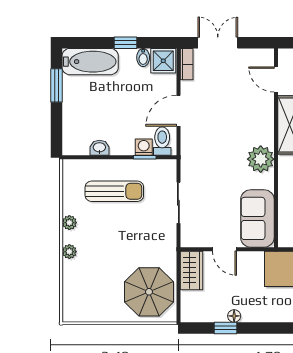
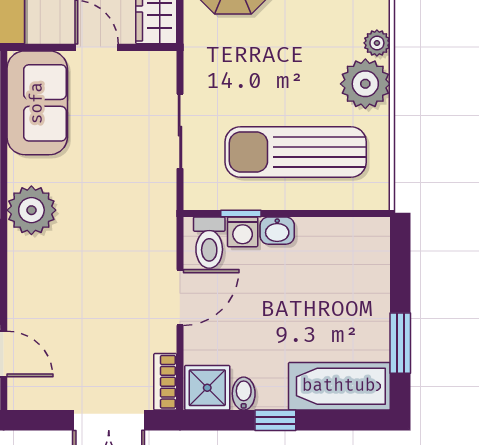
washbasin: (99, 148) -> (277, 231), moved
sun lounger: (114, 191) -> (296, 152), width x1.36, depth x1.34
plant: (69, 223) -> (365, 84), width x1.87, depth x1.87

